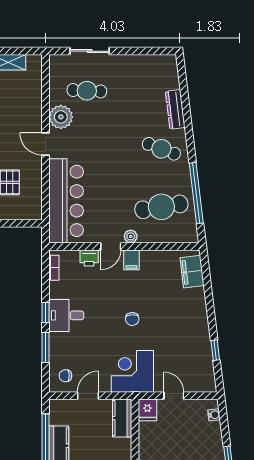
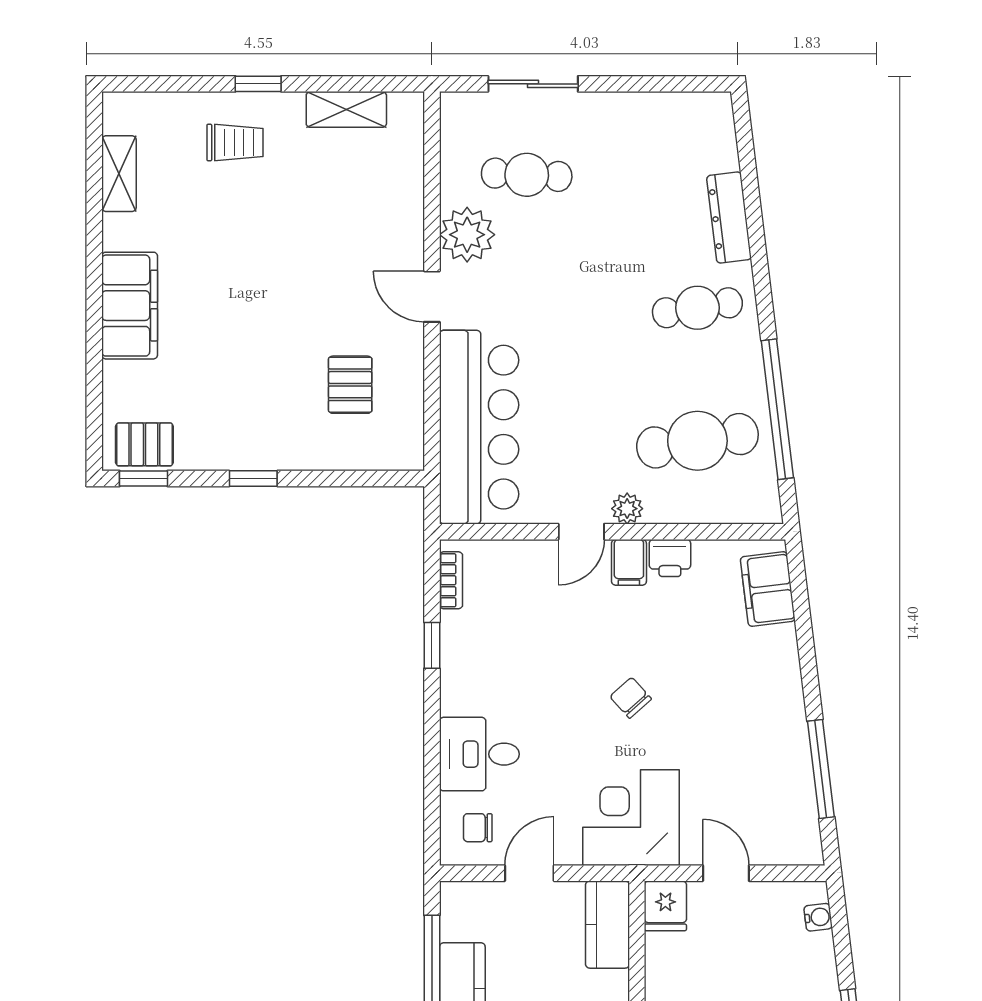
cafe table: (161, 149) -> (697, 308), turned -30
printer: (89, 258) -> (670, 558), moved
window: (45, 313) -> (432, 645), moved
desk: (66, 315) -> (479, 754), moved
chair: (132, 319) -> (631, 698), turned 140
window: (45, 347) -> (432, 763), removed
window: (215, 350) -> (821, 769), width x2.17

